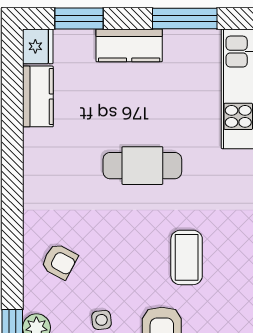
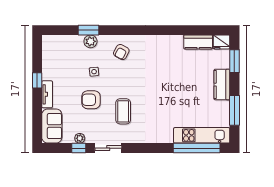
cafe table: (142, 166) -> (166, 91), removed
coffee table: (187, 257) -> (123, 111), turned 90

